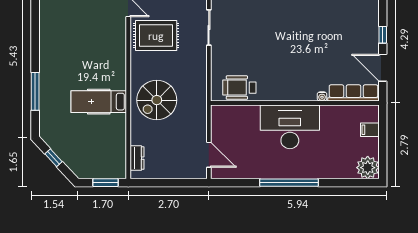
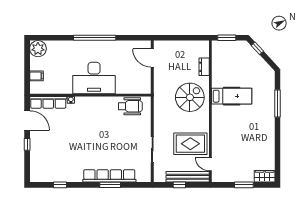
window: (54, 158) -> (257, 48), moved
dresser: (137, 158) -> (204, 67), moved

